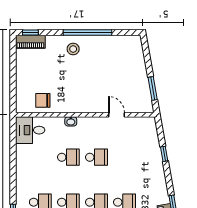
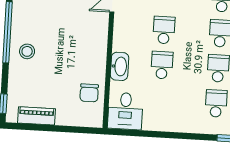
piano: (30, 42) -> (37, 116), moved, turned -90
washbasin: (71, 121) -> (120, 66), width x1.91, depth x1.45

